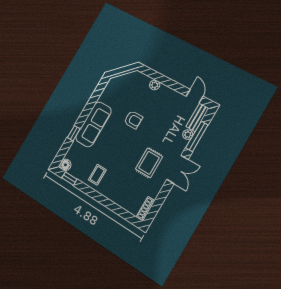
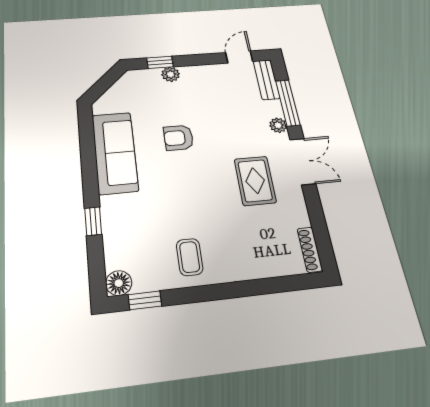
window: (155, 75) -> (160, 62), added
door: (195, 96) -> (239, 57), hinge flipped
armchair: (133, 120) -> (179, 138), turned 180
sofa: (93, 124) -> (115, 152), moved
plant: (188, 135) -> (278, 125), moved

